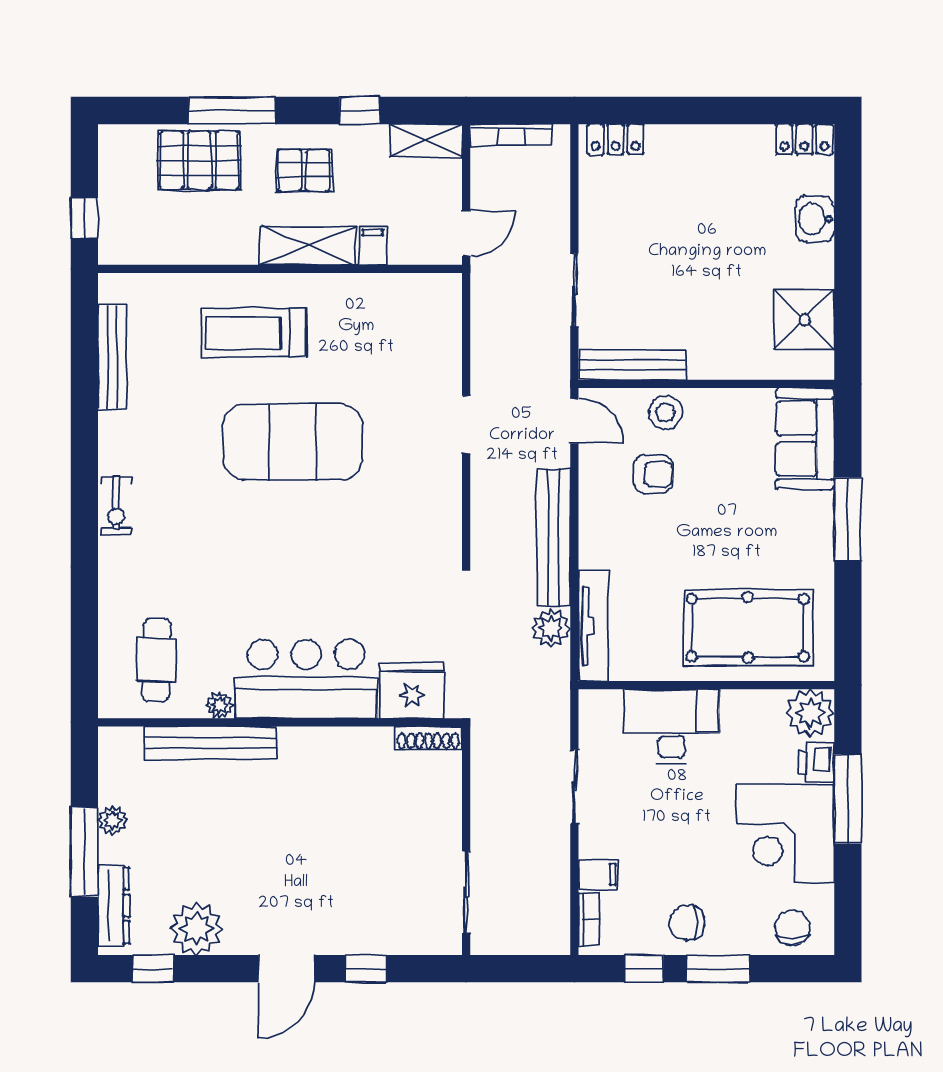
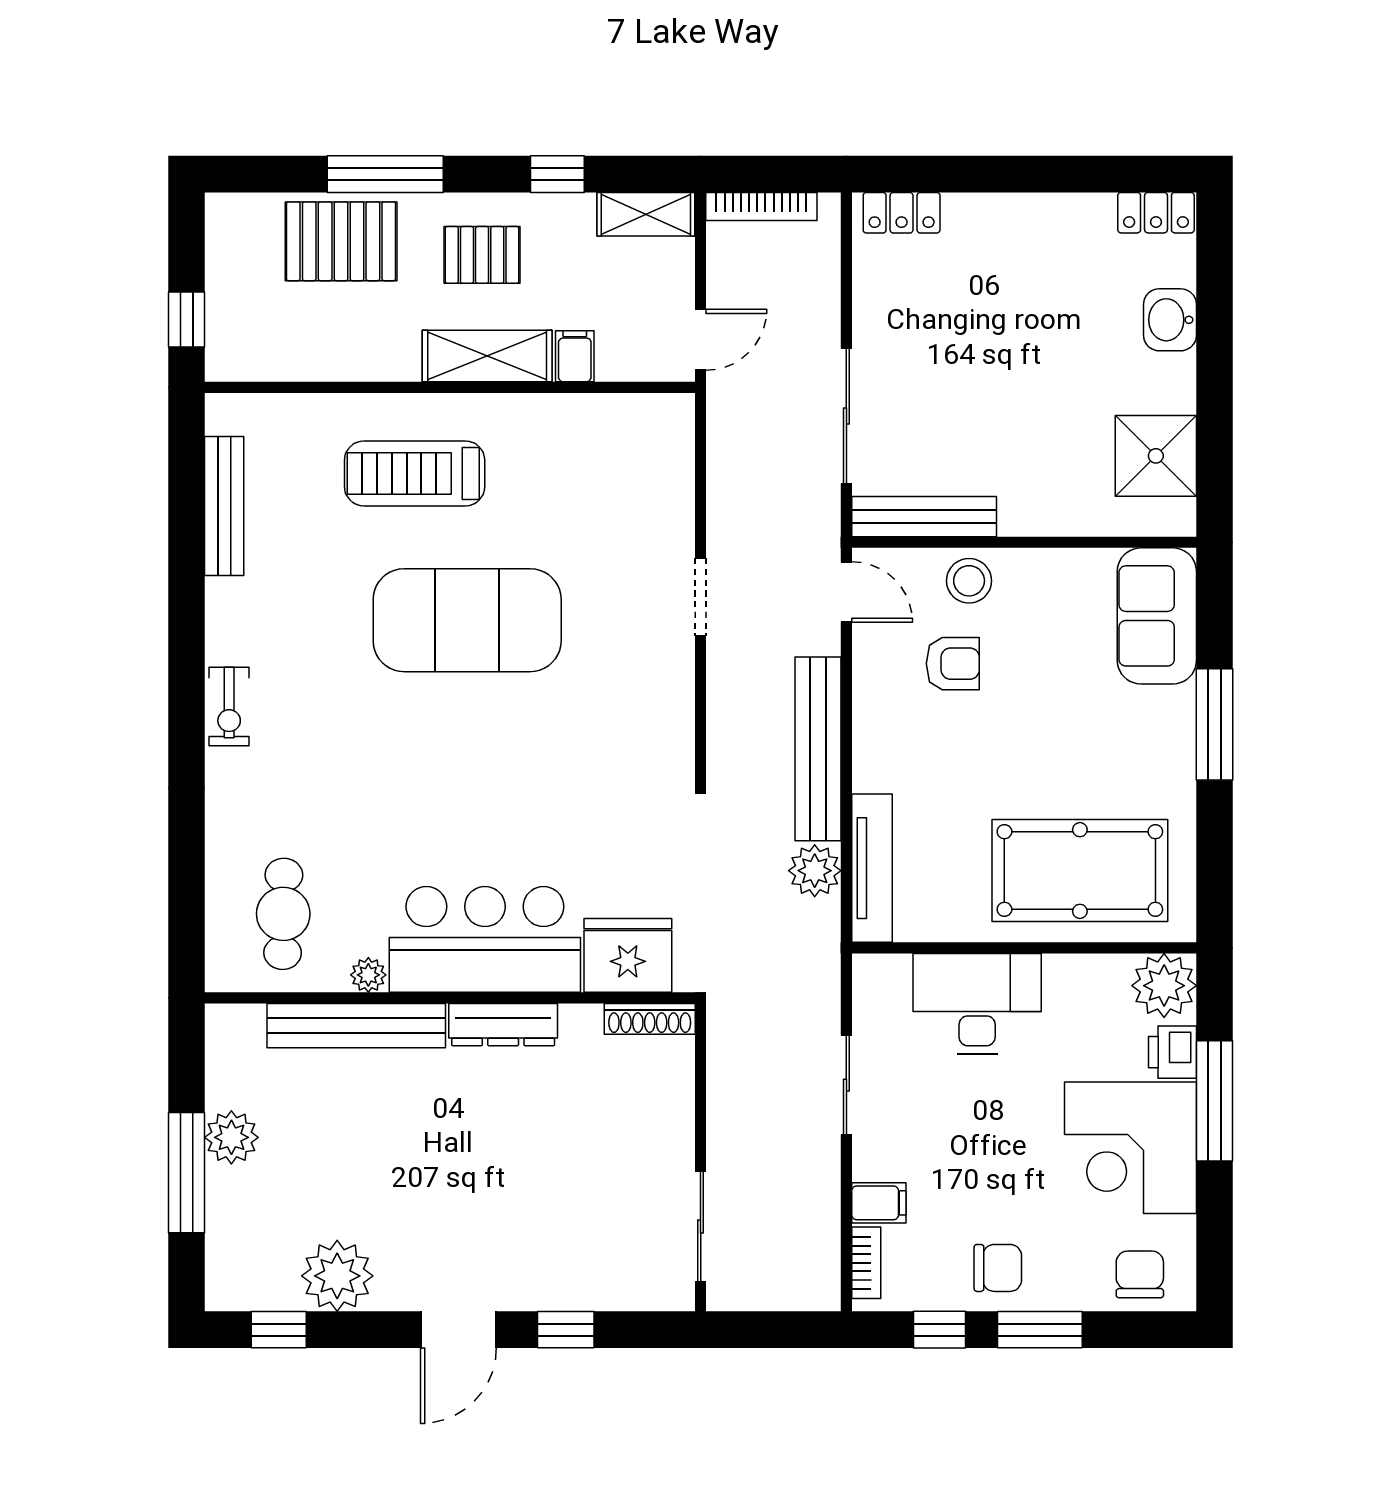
sliding door: (574, 290) -> (846, 416), width x1.37
plant: (112, 820) -> (231, 1137), width x1.38, depth x1.38
dresser: (114, 905) -> (503, 1025), moved, turned 90
chair: (687, 923) -> (998, 1268), turned 180

